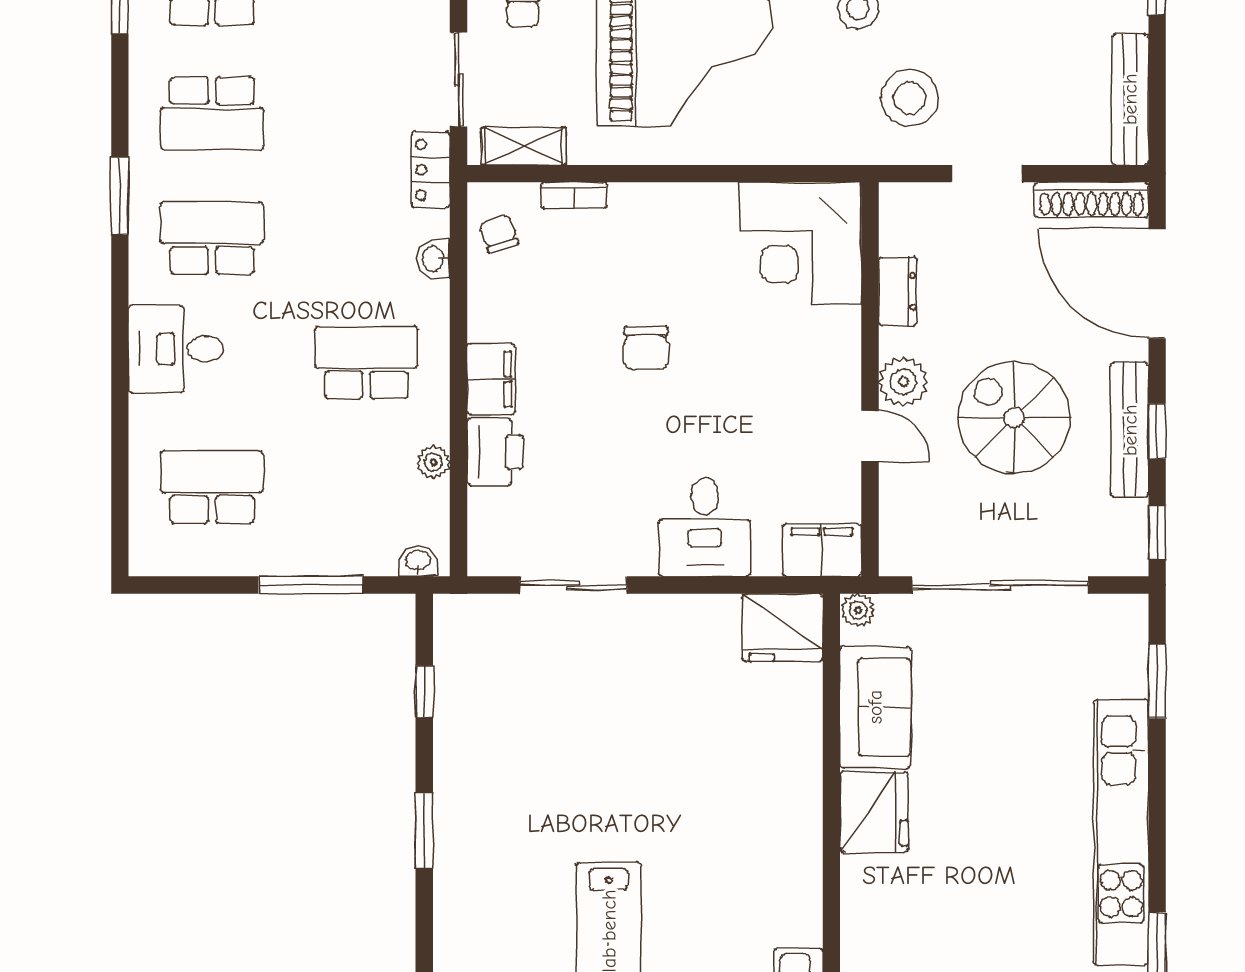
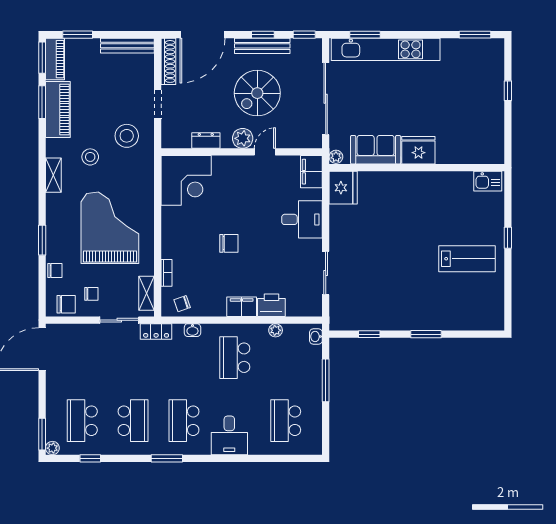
kitchen unit: (1121, 832) -> (386, 49), moved

